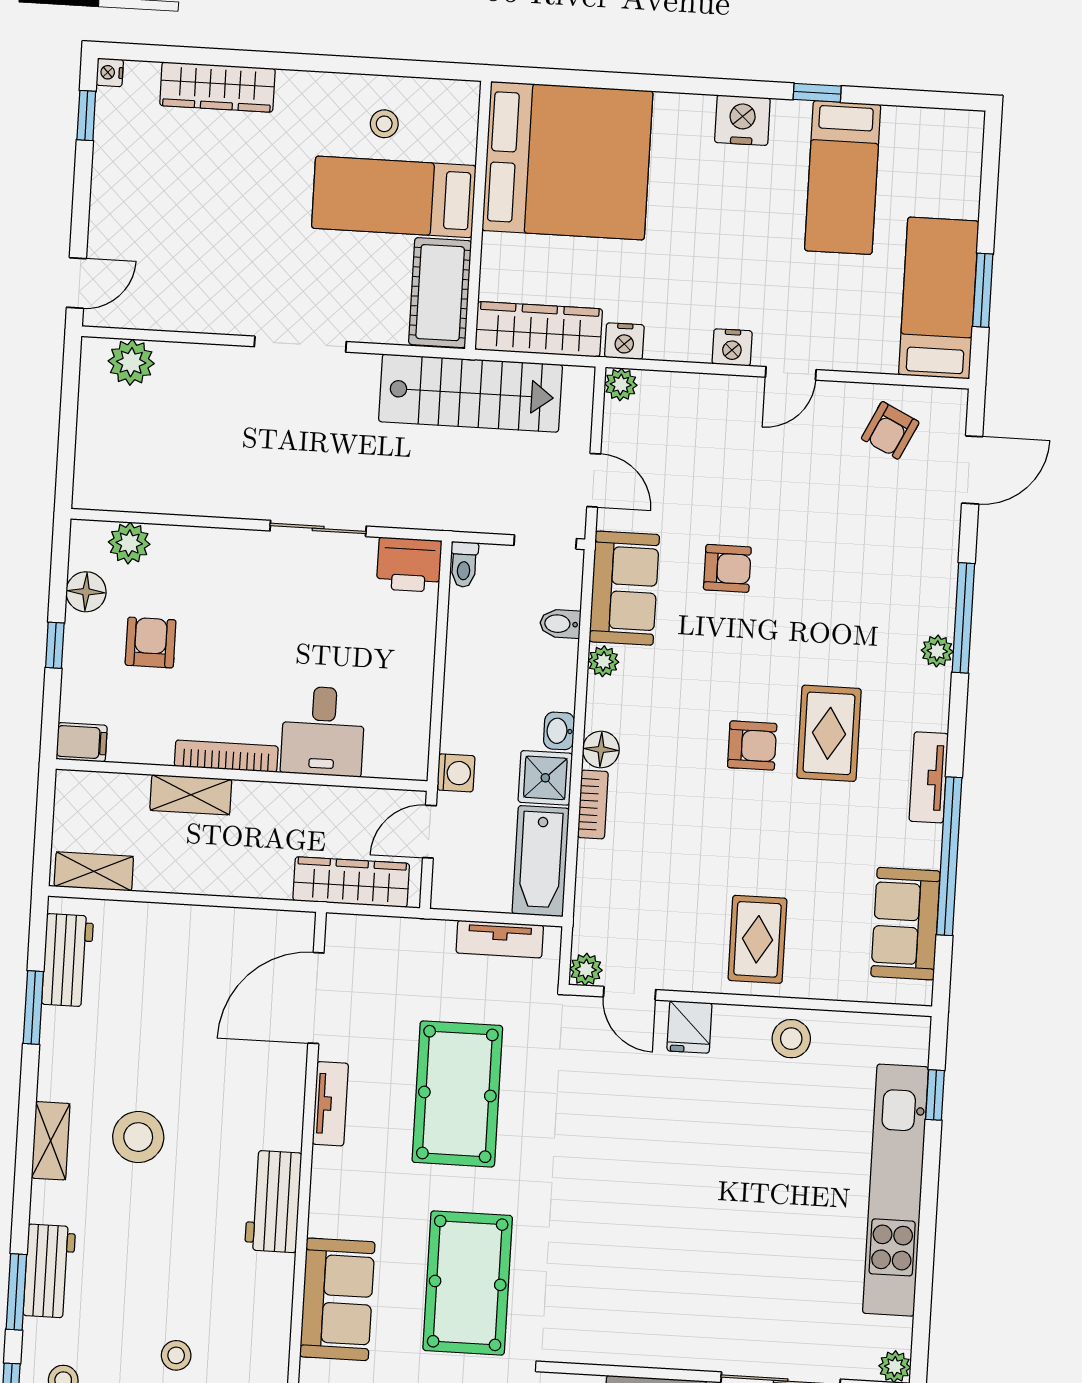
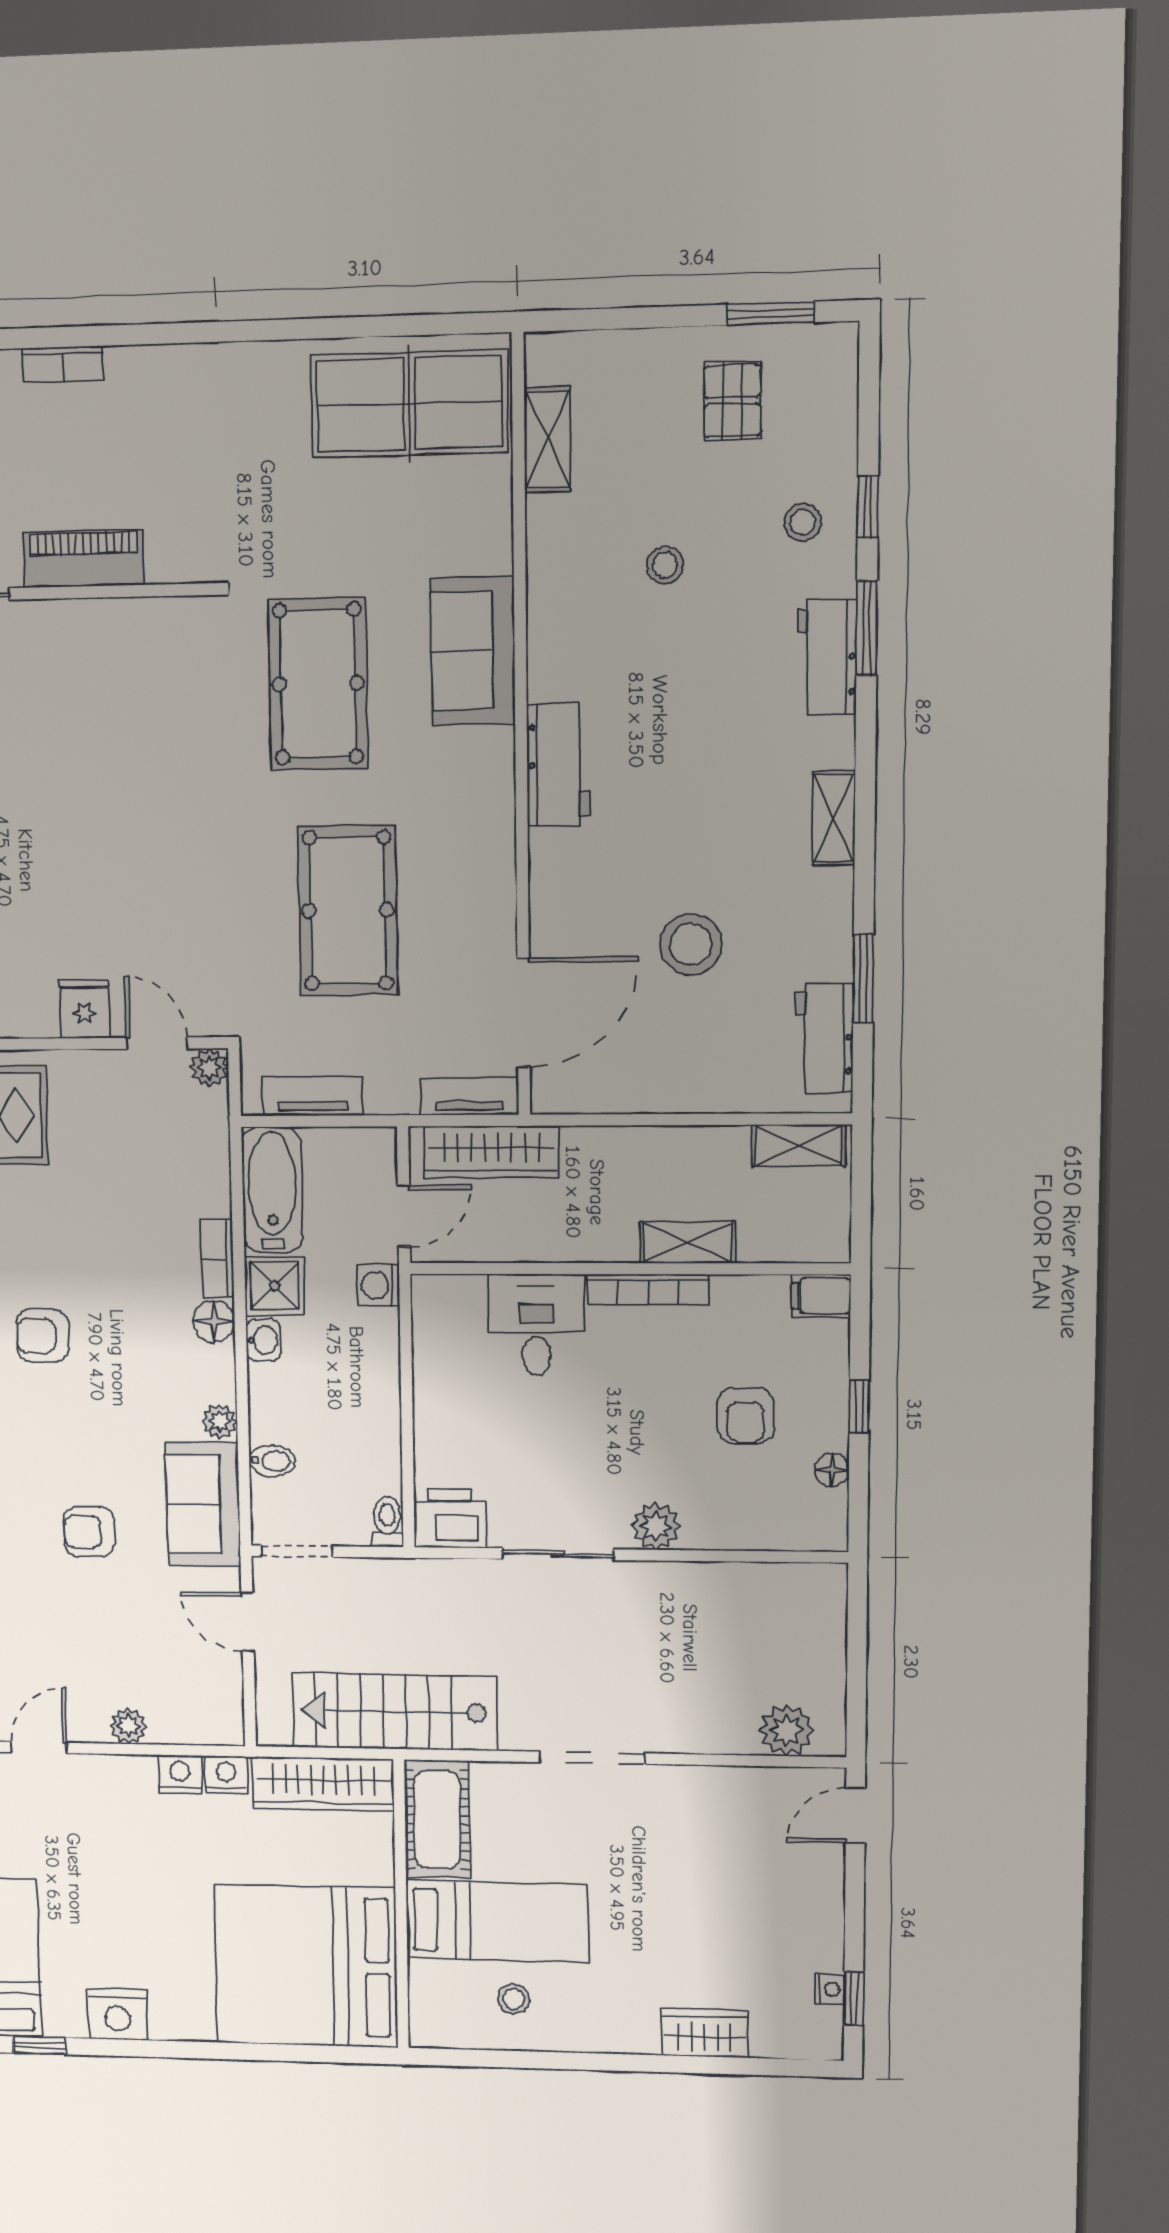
nightstand: (110, 72) -> (830, 1989), moved
wardrobe: (217, 87) -> (705, 2033), width x0.67
nightstand: (732, 347) -> (180, 1774), moved
plant: (621, 384) -> (128, 1726), moved
plant: (129, 543) -> (656, 1526), moved
floor lamp: (86, 592) -> (832, 1470), width x0.73, depth x0.73
tv unit: (330, 1104) -> (470, 1096), moved, turned 90
stool: (138, 1137) -> (691, 944), moved

